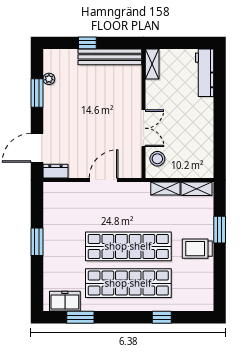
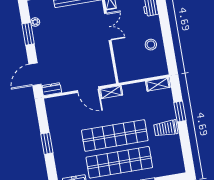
double door: (144, 128) -> (108, 27), moved
stool: (157, 159) -> (151, 45), moved
door: (104, 180) -> (88, 90), swing flipped
shelving: (165, 188) -> (111, 92), moved

